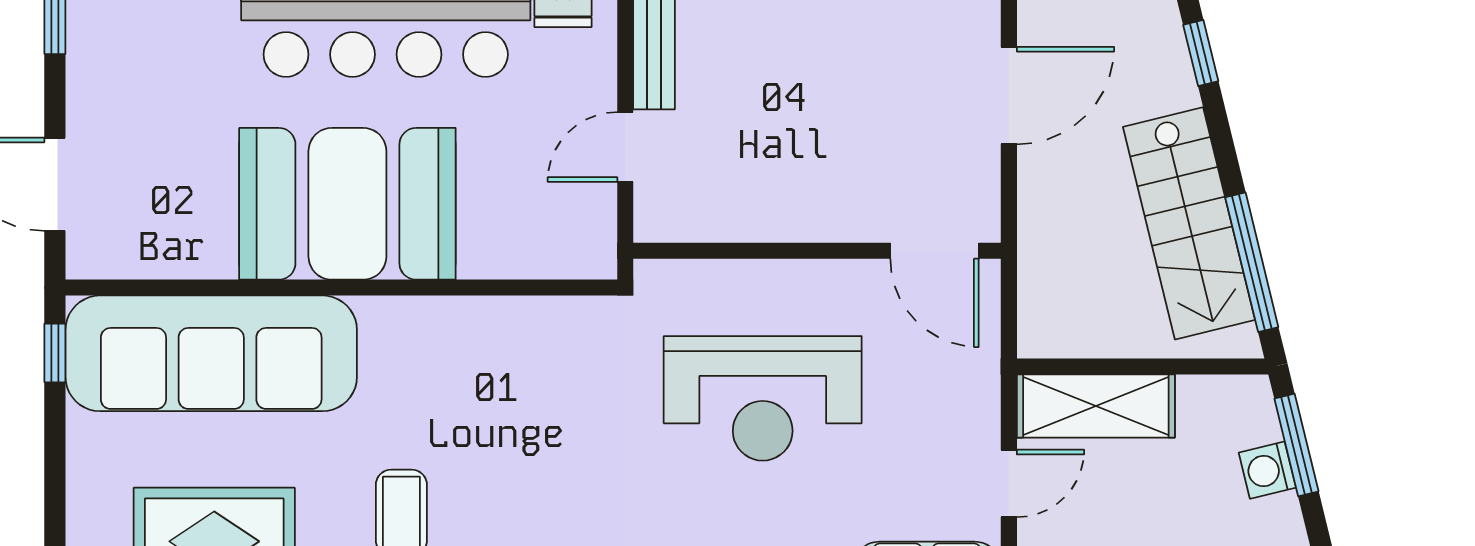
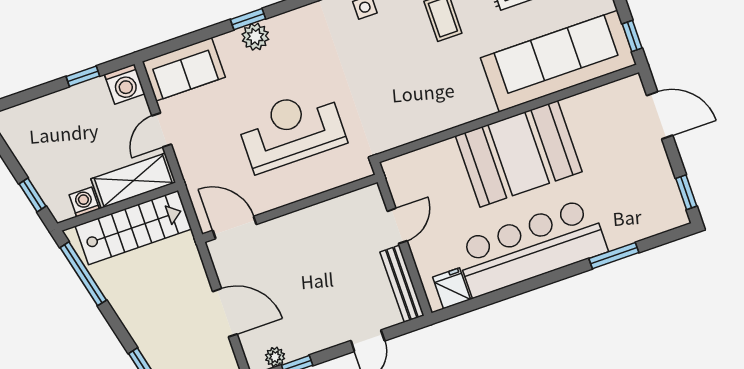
door: (1009, 96) -> (225, 313), swing flipped
stairs: (1189, 223) -> (133, 227), moved, turned 104
window: (1296, 445) -> (32, 195), width x0.67
washing machine: (1267, 470) -> (84, 202), moved, turned -76

